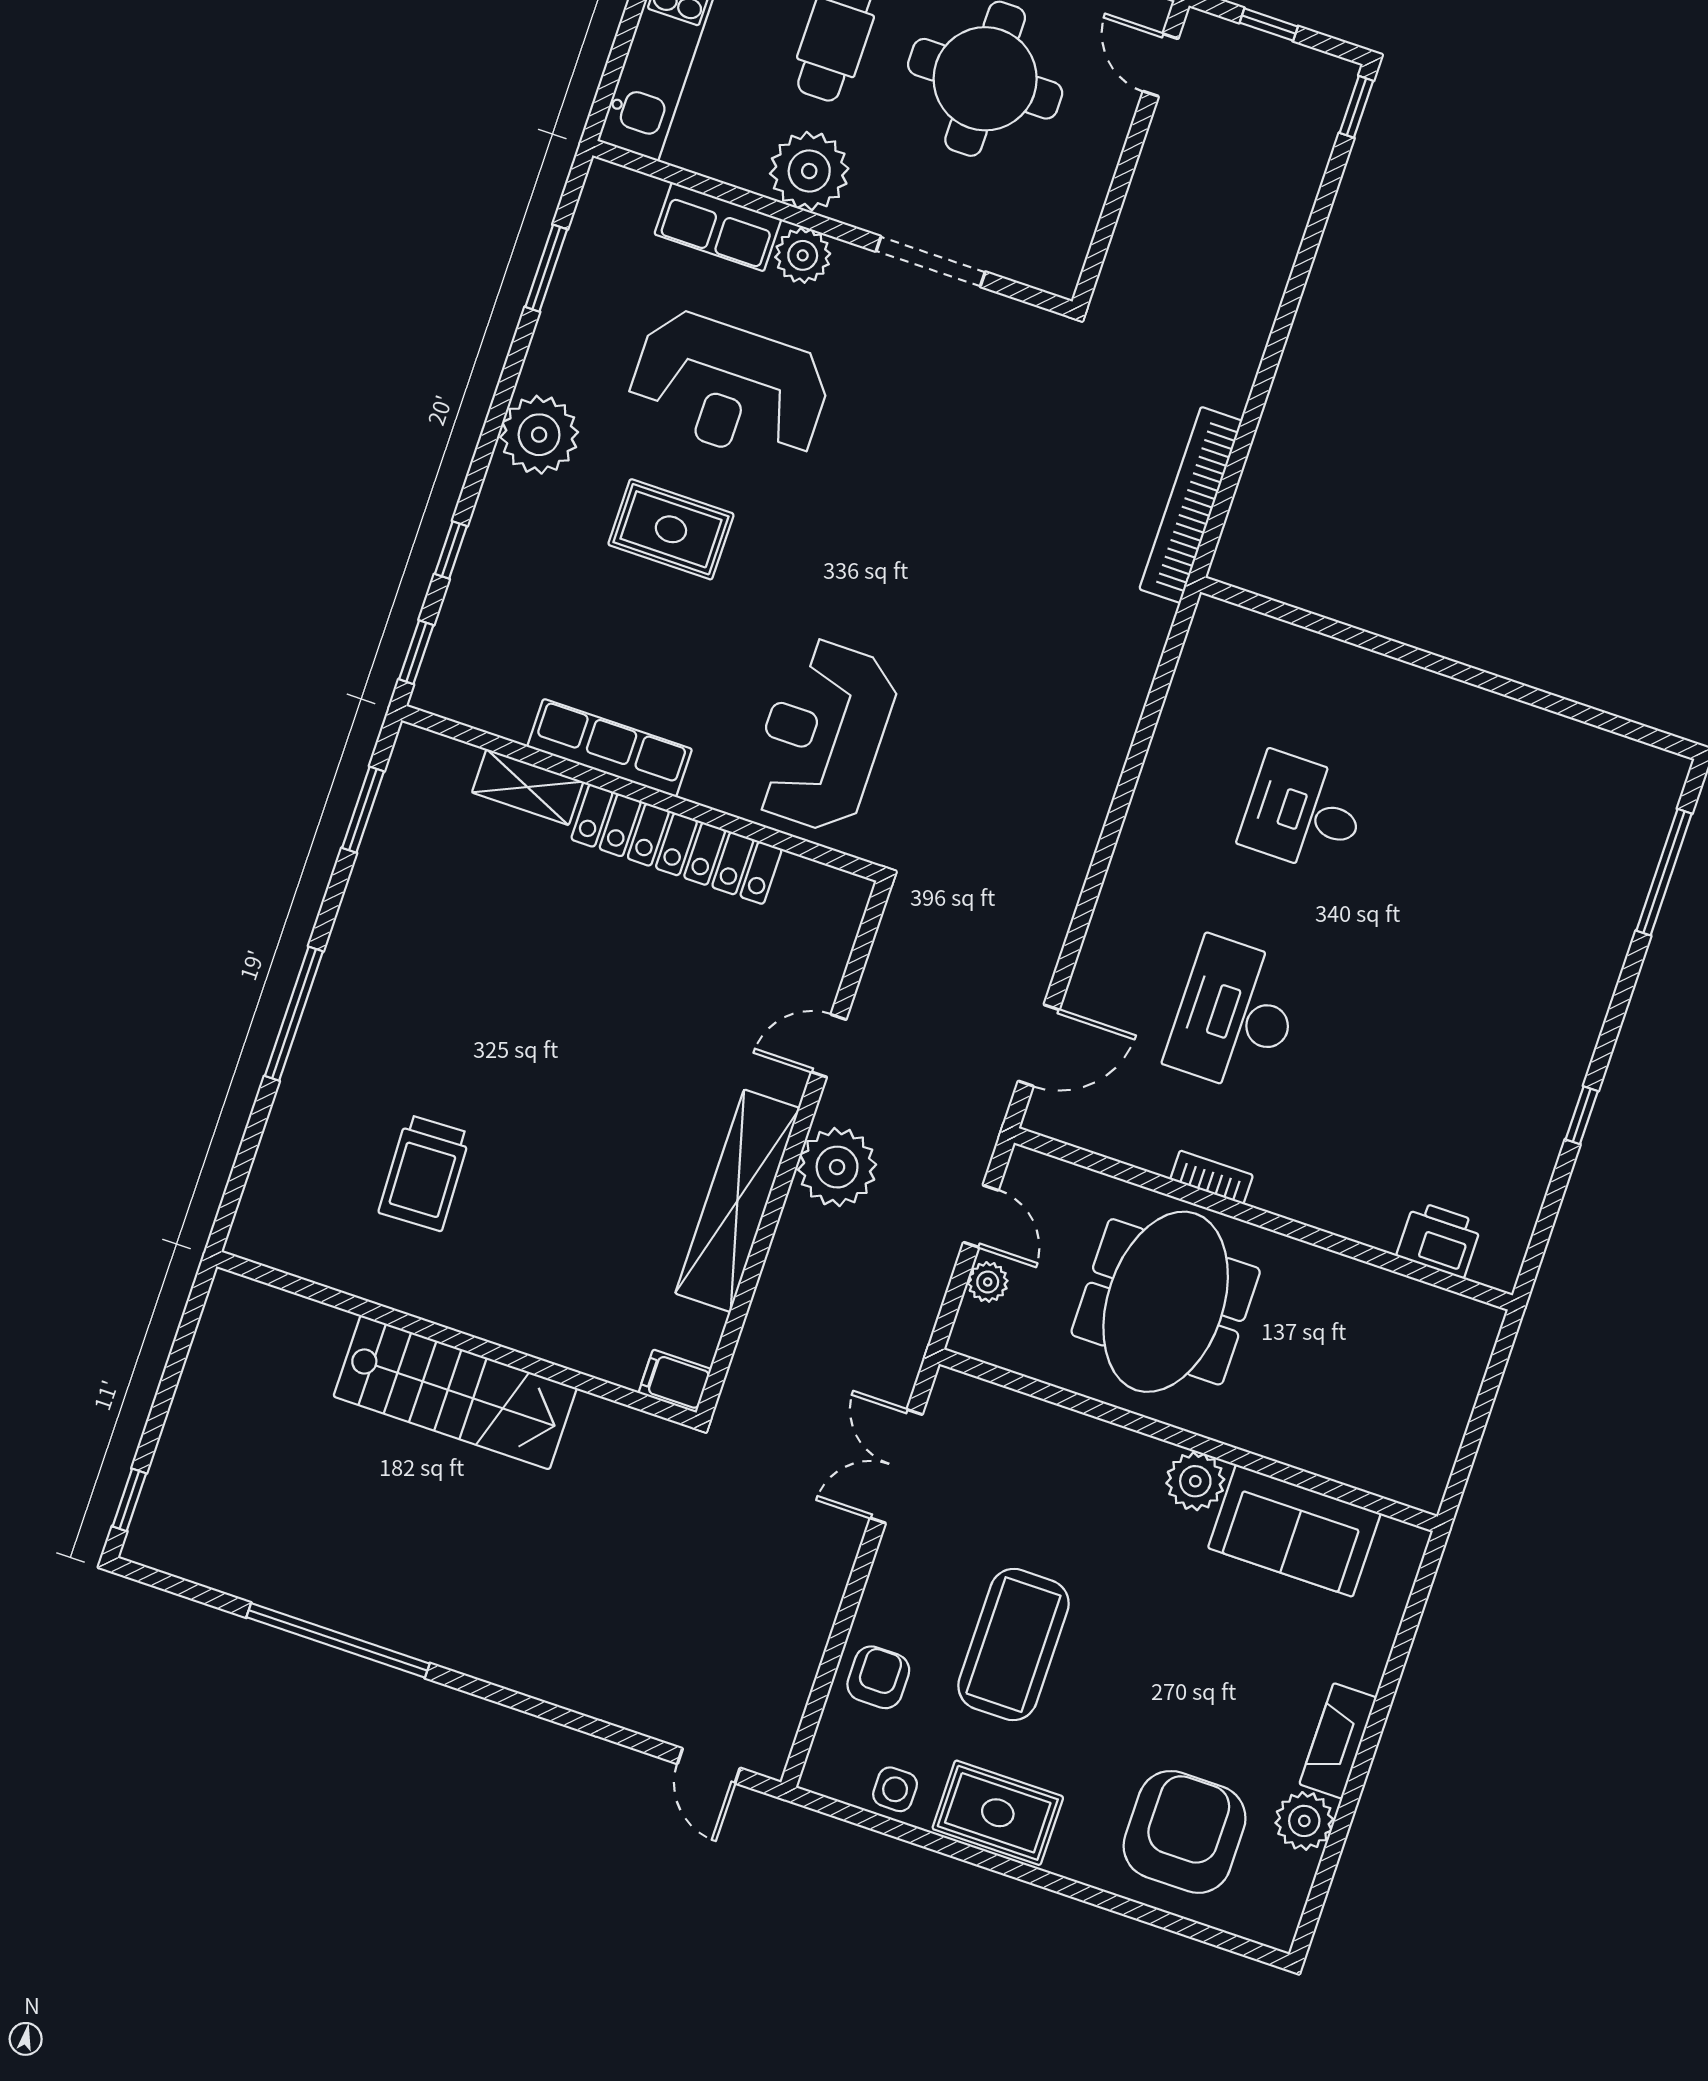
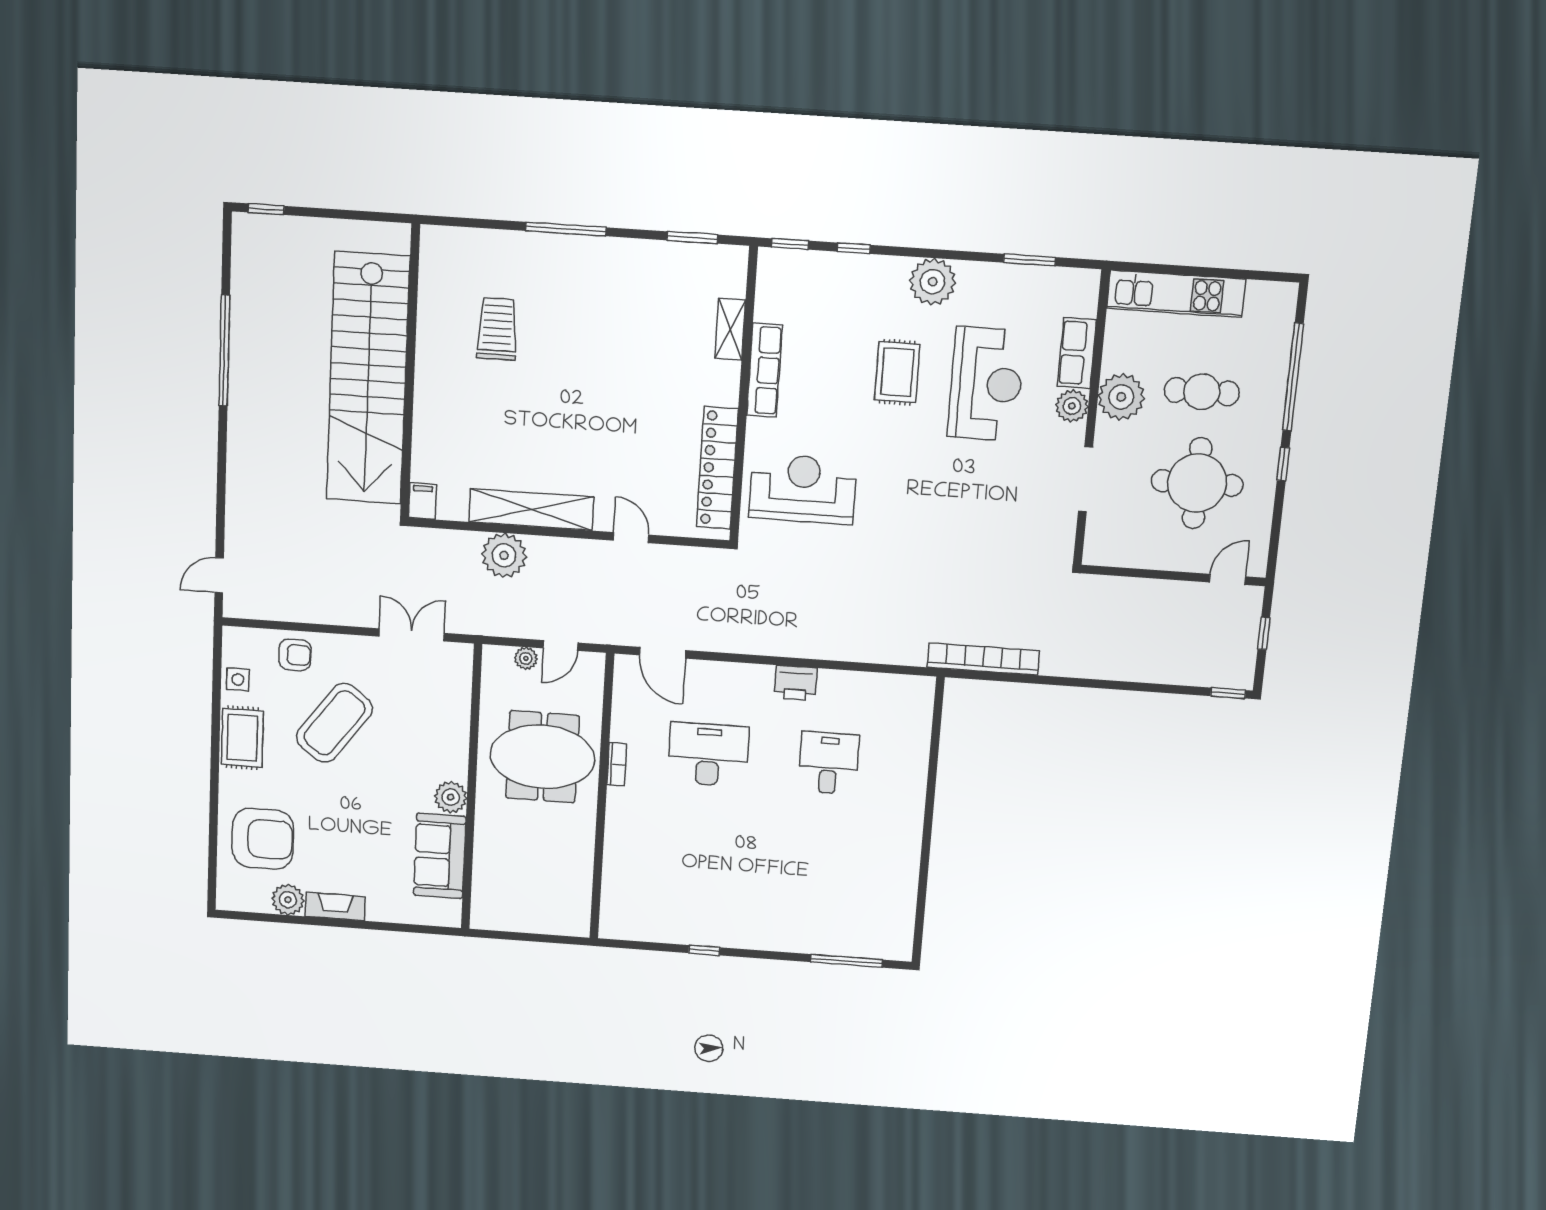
reception desk: (729, 388) -> (986, 384), turned 180
locker: (676, 844) -> (717, 468), moved
plant: (837, 1167) -> (504, 555), moved
trolley: (424, 1173) -> (497, 329), turned 92
printer: (1439, 1239) -> (796, 683), moved, turned 90
stairs: (455, 1392) -> (368, 379), width x1.86, depth x1.51
coffee table: (1013, 1645) -> (334, 723), turned -53

